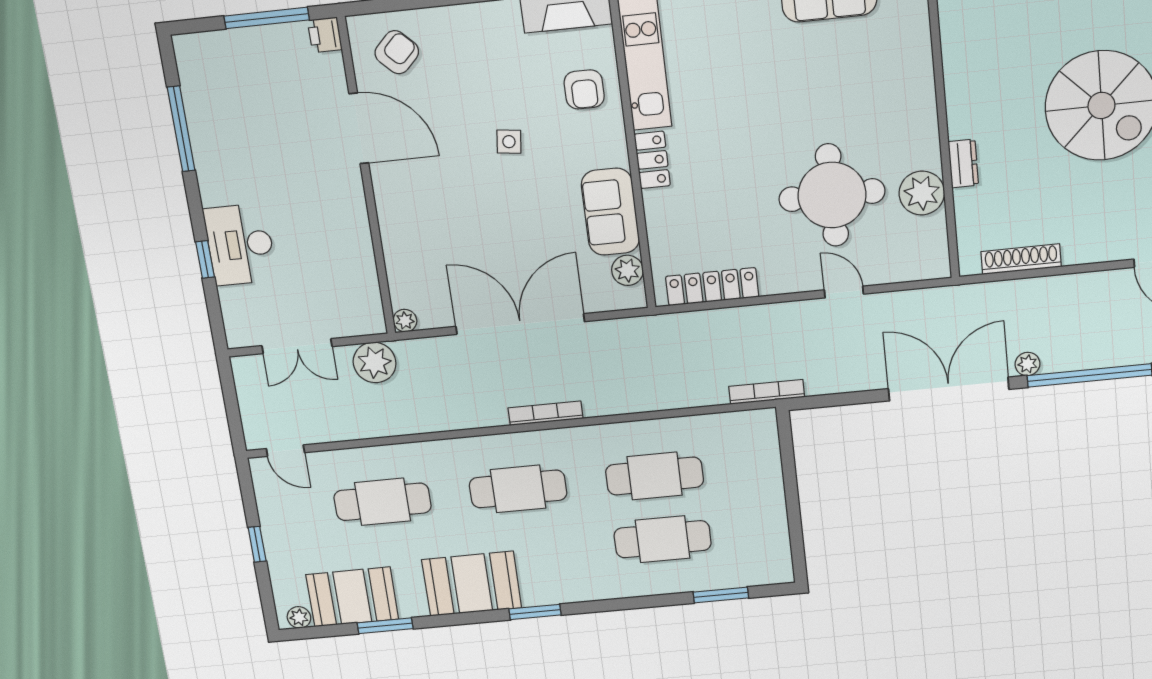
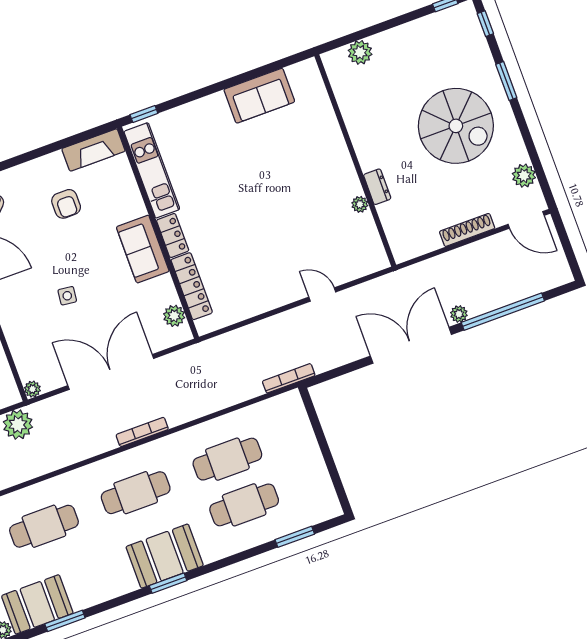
armchair: (584, 89) -> (66, 204), moved
side table: (509, 142) -> (67, 296), moved
plant: (922, 193) -> (360, 204), width x0.53, depth x0.53
round table: (832, 195) -> (297, 230), removed
sofa: (610, 212) -> (143, 249), moved
shoe rack: (1021, 259) -> (467, 230), moved
locker: (712, 287) -> (192, 286), moved, turned 90
booth: (472, 584) -> (165, 556), moved

